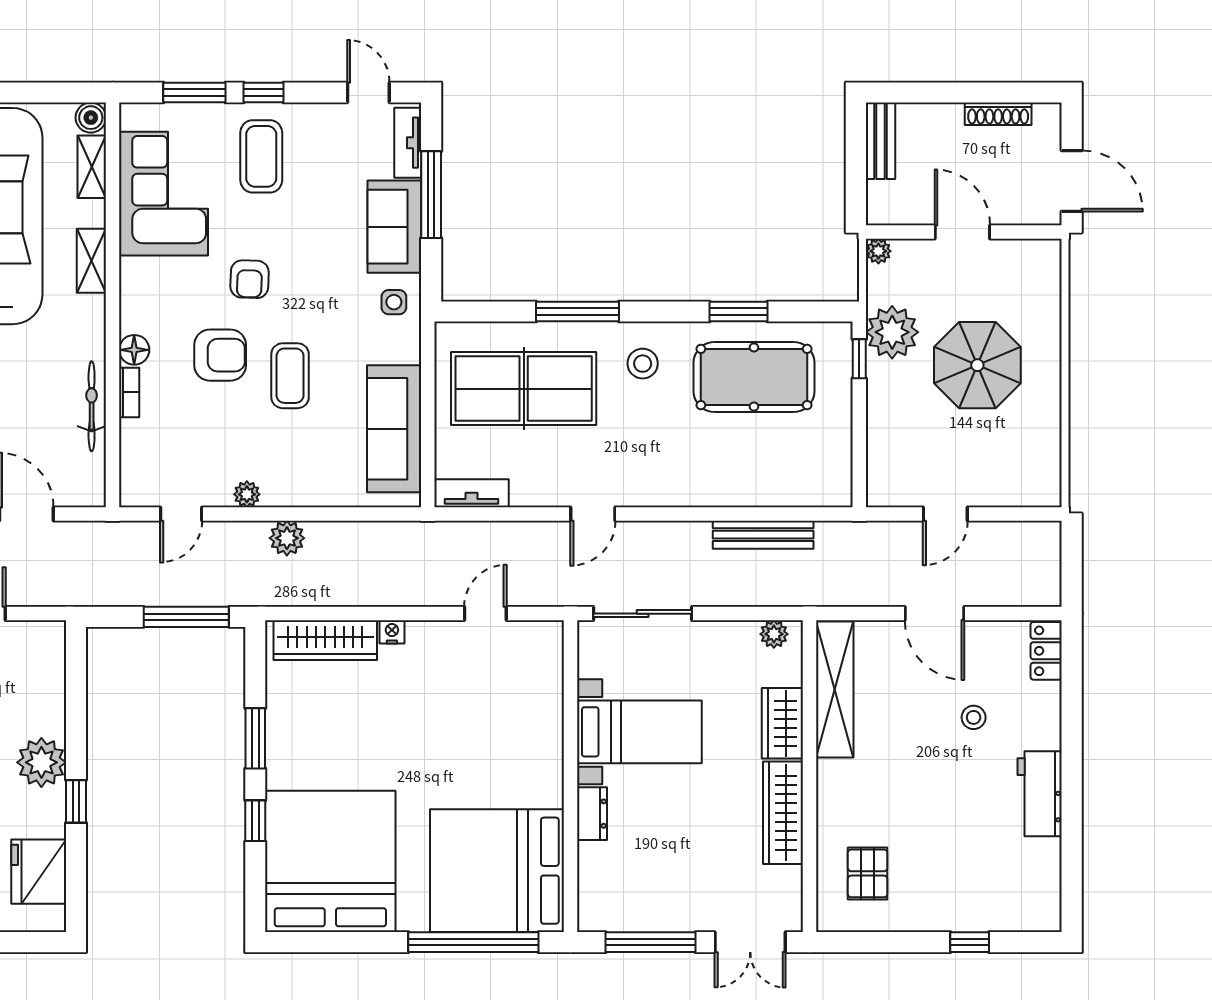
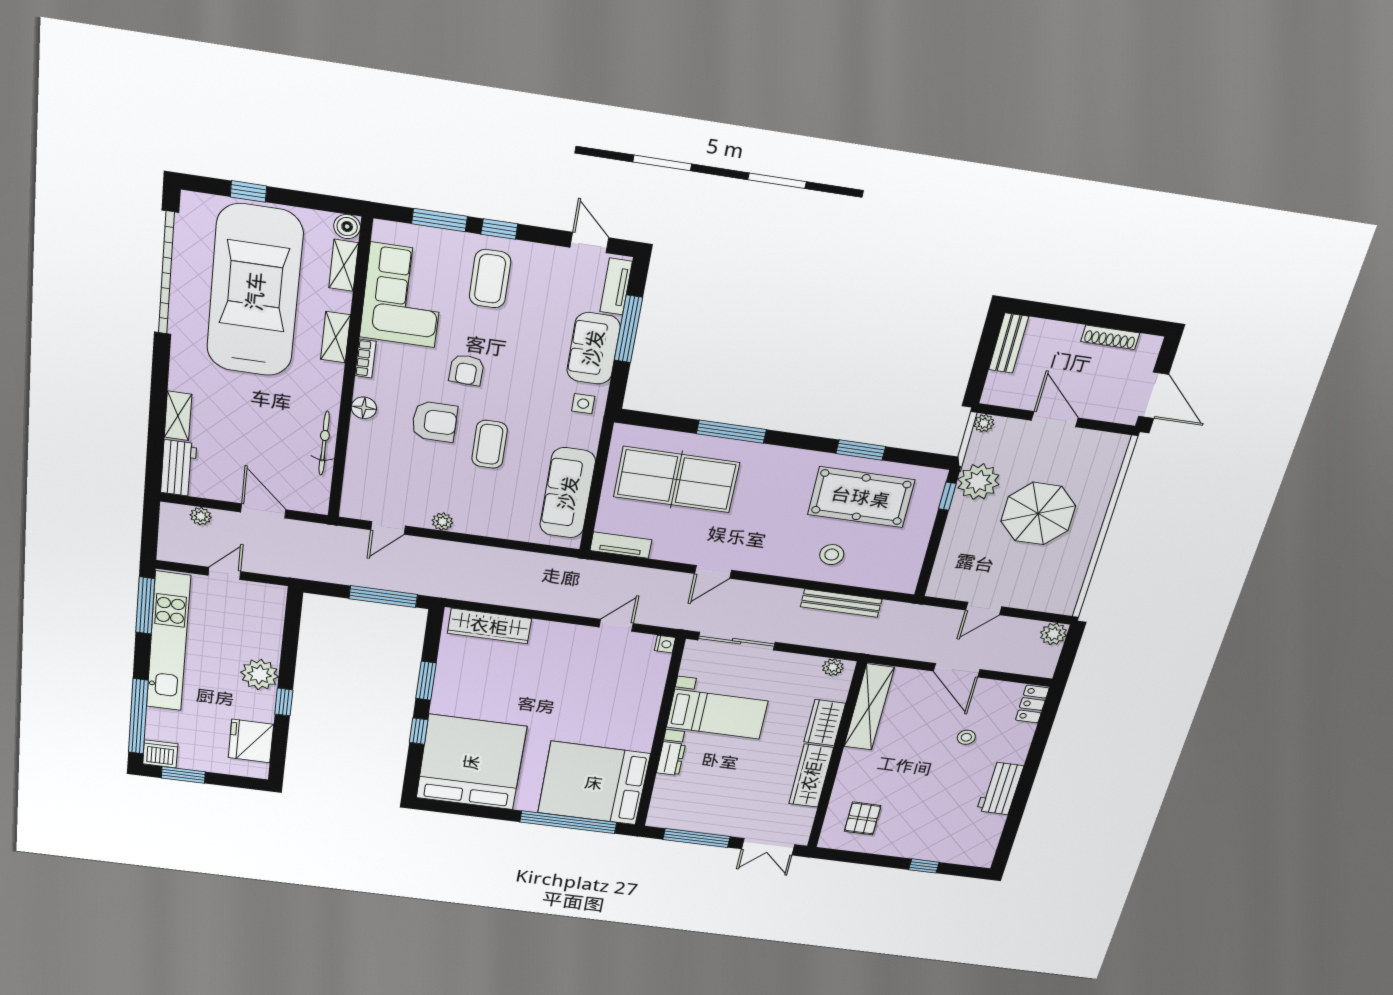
stool: (643, 364) -> (832, 555), moved
bookcase: (129, 392) -> (365, 359), moved
plant: (287, 538) -> (1053, 634), moved
nightstand: (392, 632) -> (665, 644), moved, turned 90

